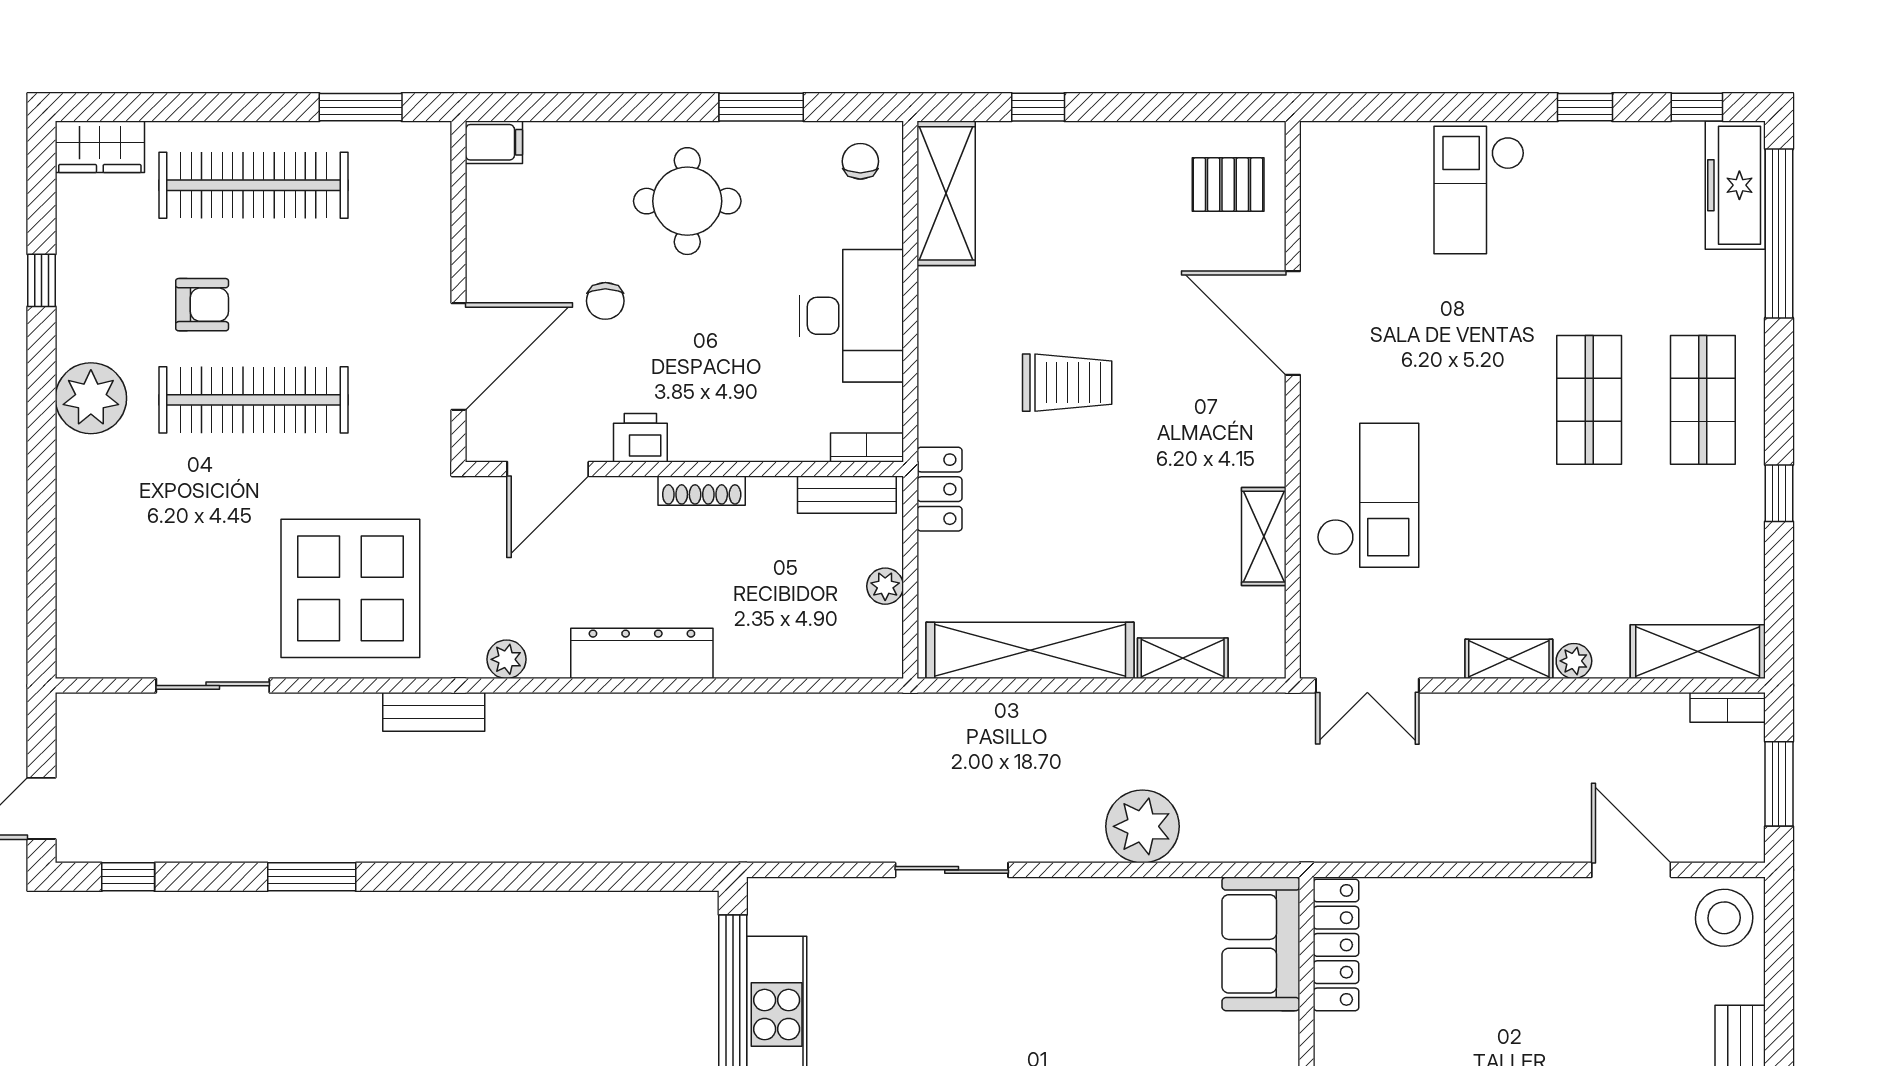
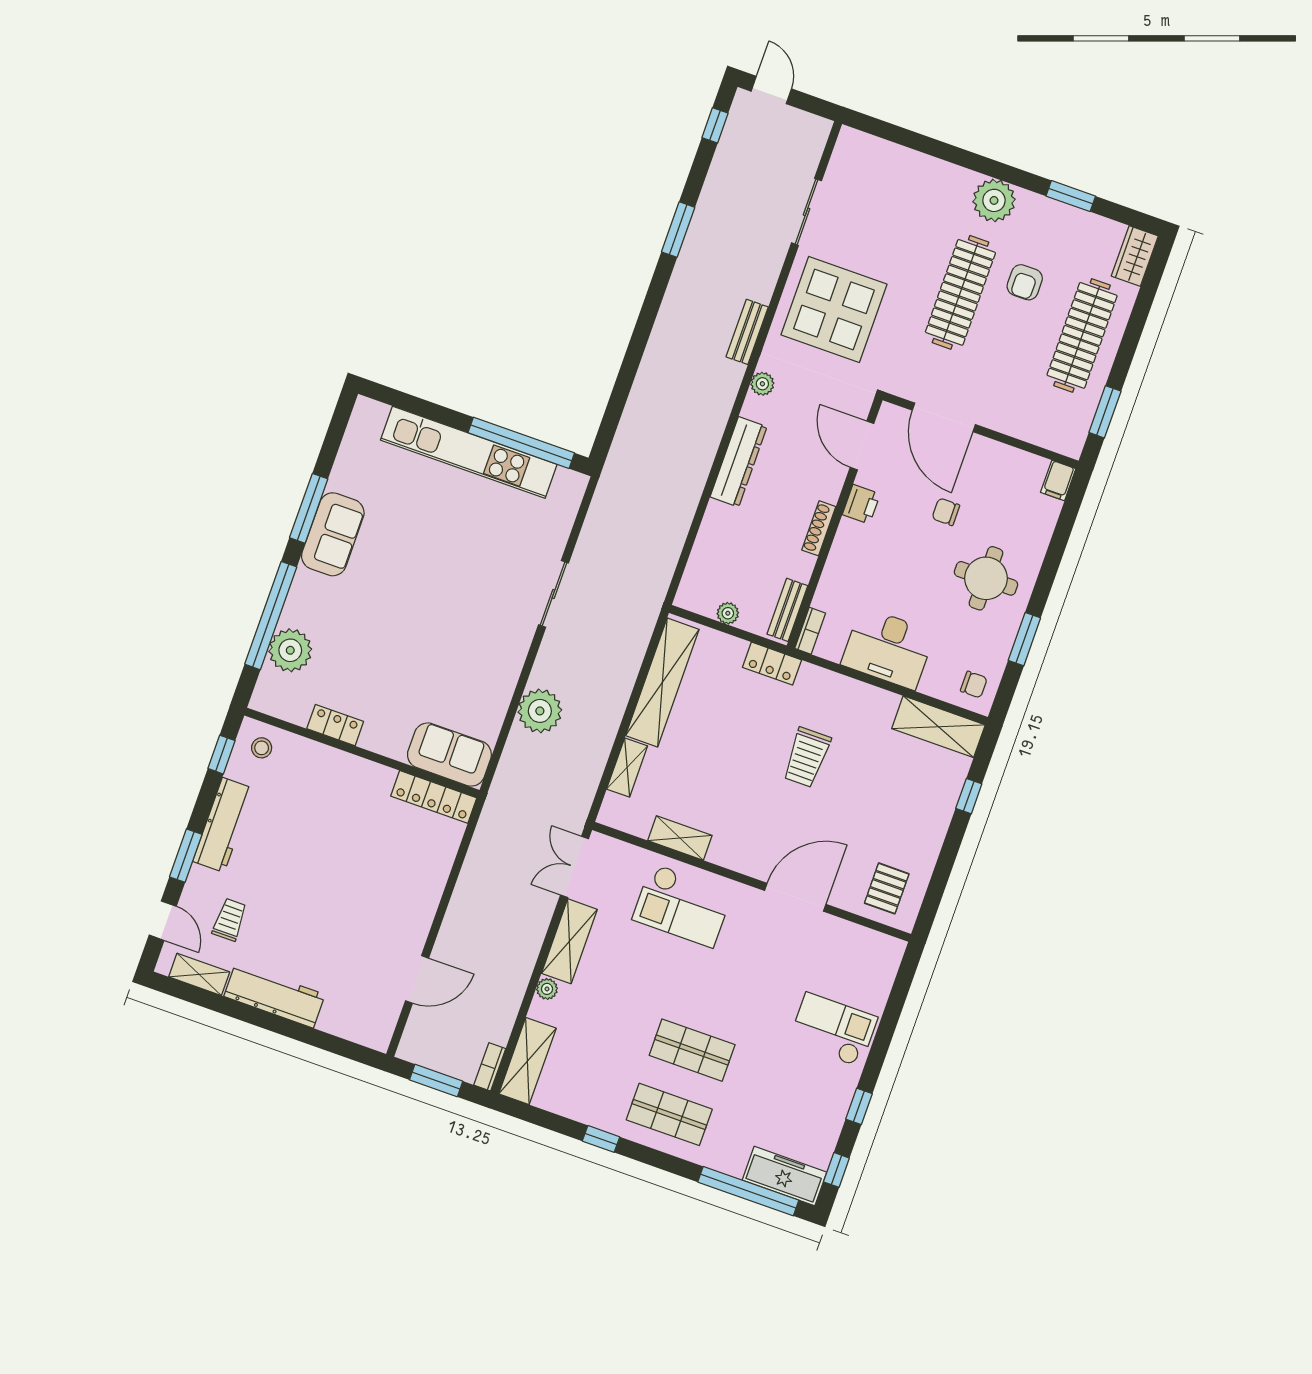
window: (41, 280) -> (1071, 196), width x1.50
shelving: (1509, 659) -> (569, 941), width x1.50, depth x1.33
stool: (1724, 918) -> (371, 1023), removed

